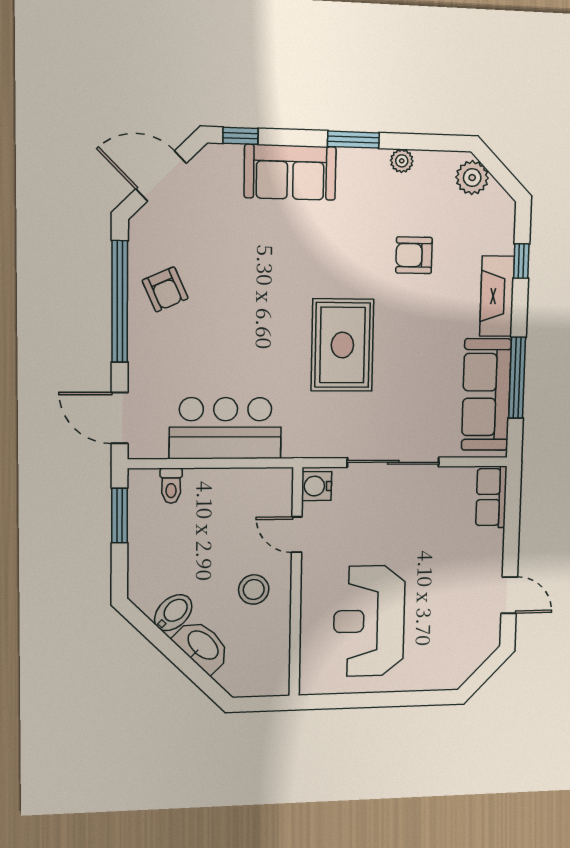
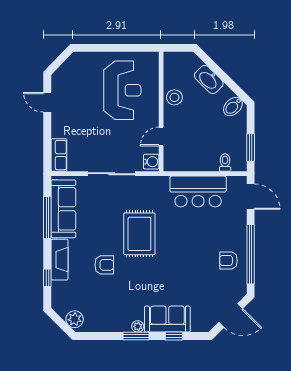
window: (240, 136) -> (174, 336), moved
plant: (402, 161) -> (138, 326), moved
armchair: (414, 255) -> (104, 265), moved
armchair: (165, 289) -> (228, 260), turned -66
door: (297, 535) -> (161, 137), swing flipped
stool: (254, 590) -> (174, 97), moved
bidet: (173, 613) -> (233, 107), moved

